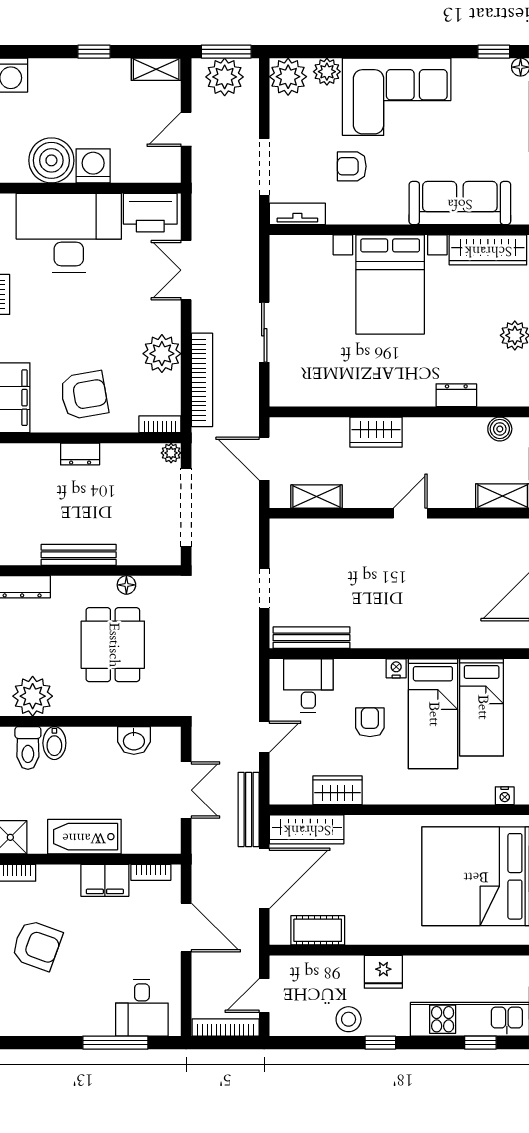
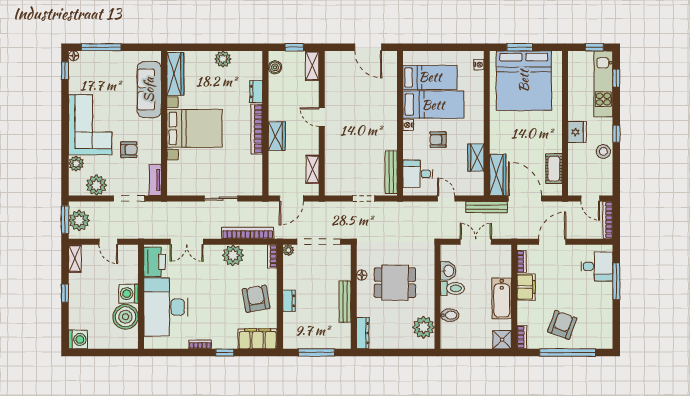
plant: (288, 77) -> (96, 185), moved
armchair: (352, 166) -> (129, 150), turned -90
bookcase: (389, 396) -> (257, 129), added
toilet: (28, 748) -> (452, 288), moved

